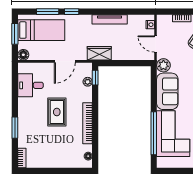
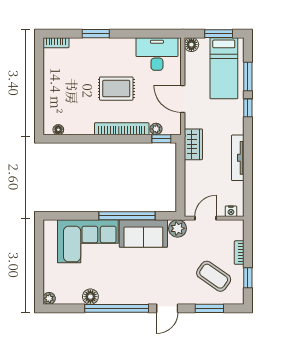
desk: (30, 85) -> (157, 54), width x1.37
bookcase: (87, 123) -> (122, 129), moved
window: (154, 133) -> (127, 216), moved

